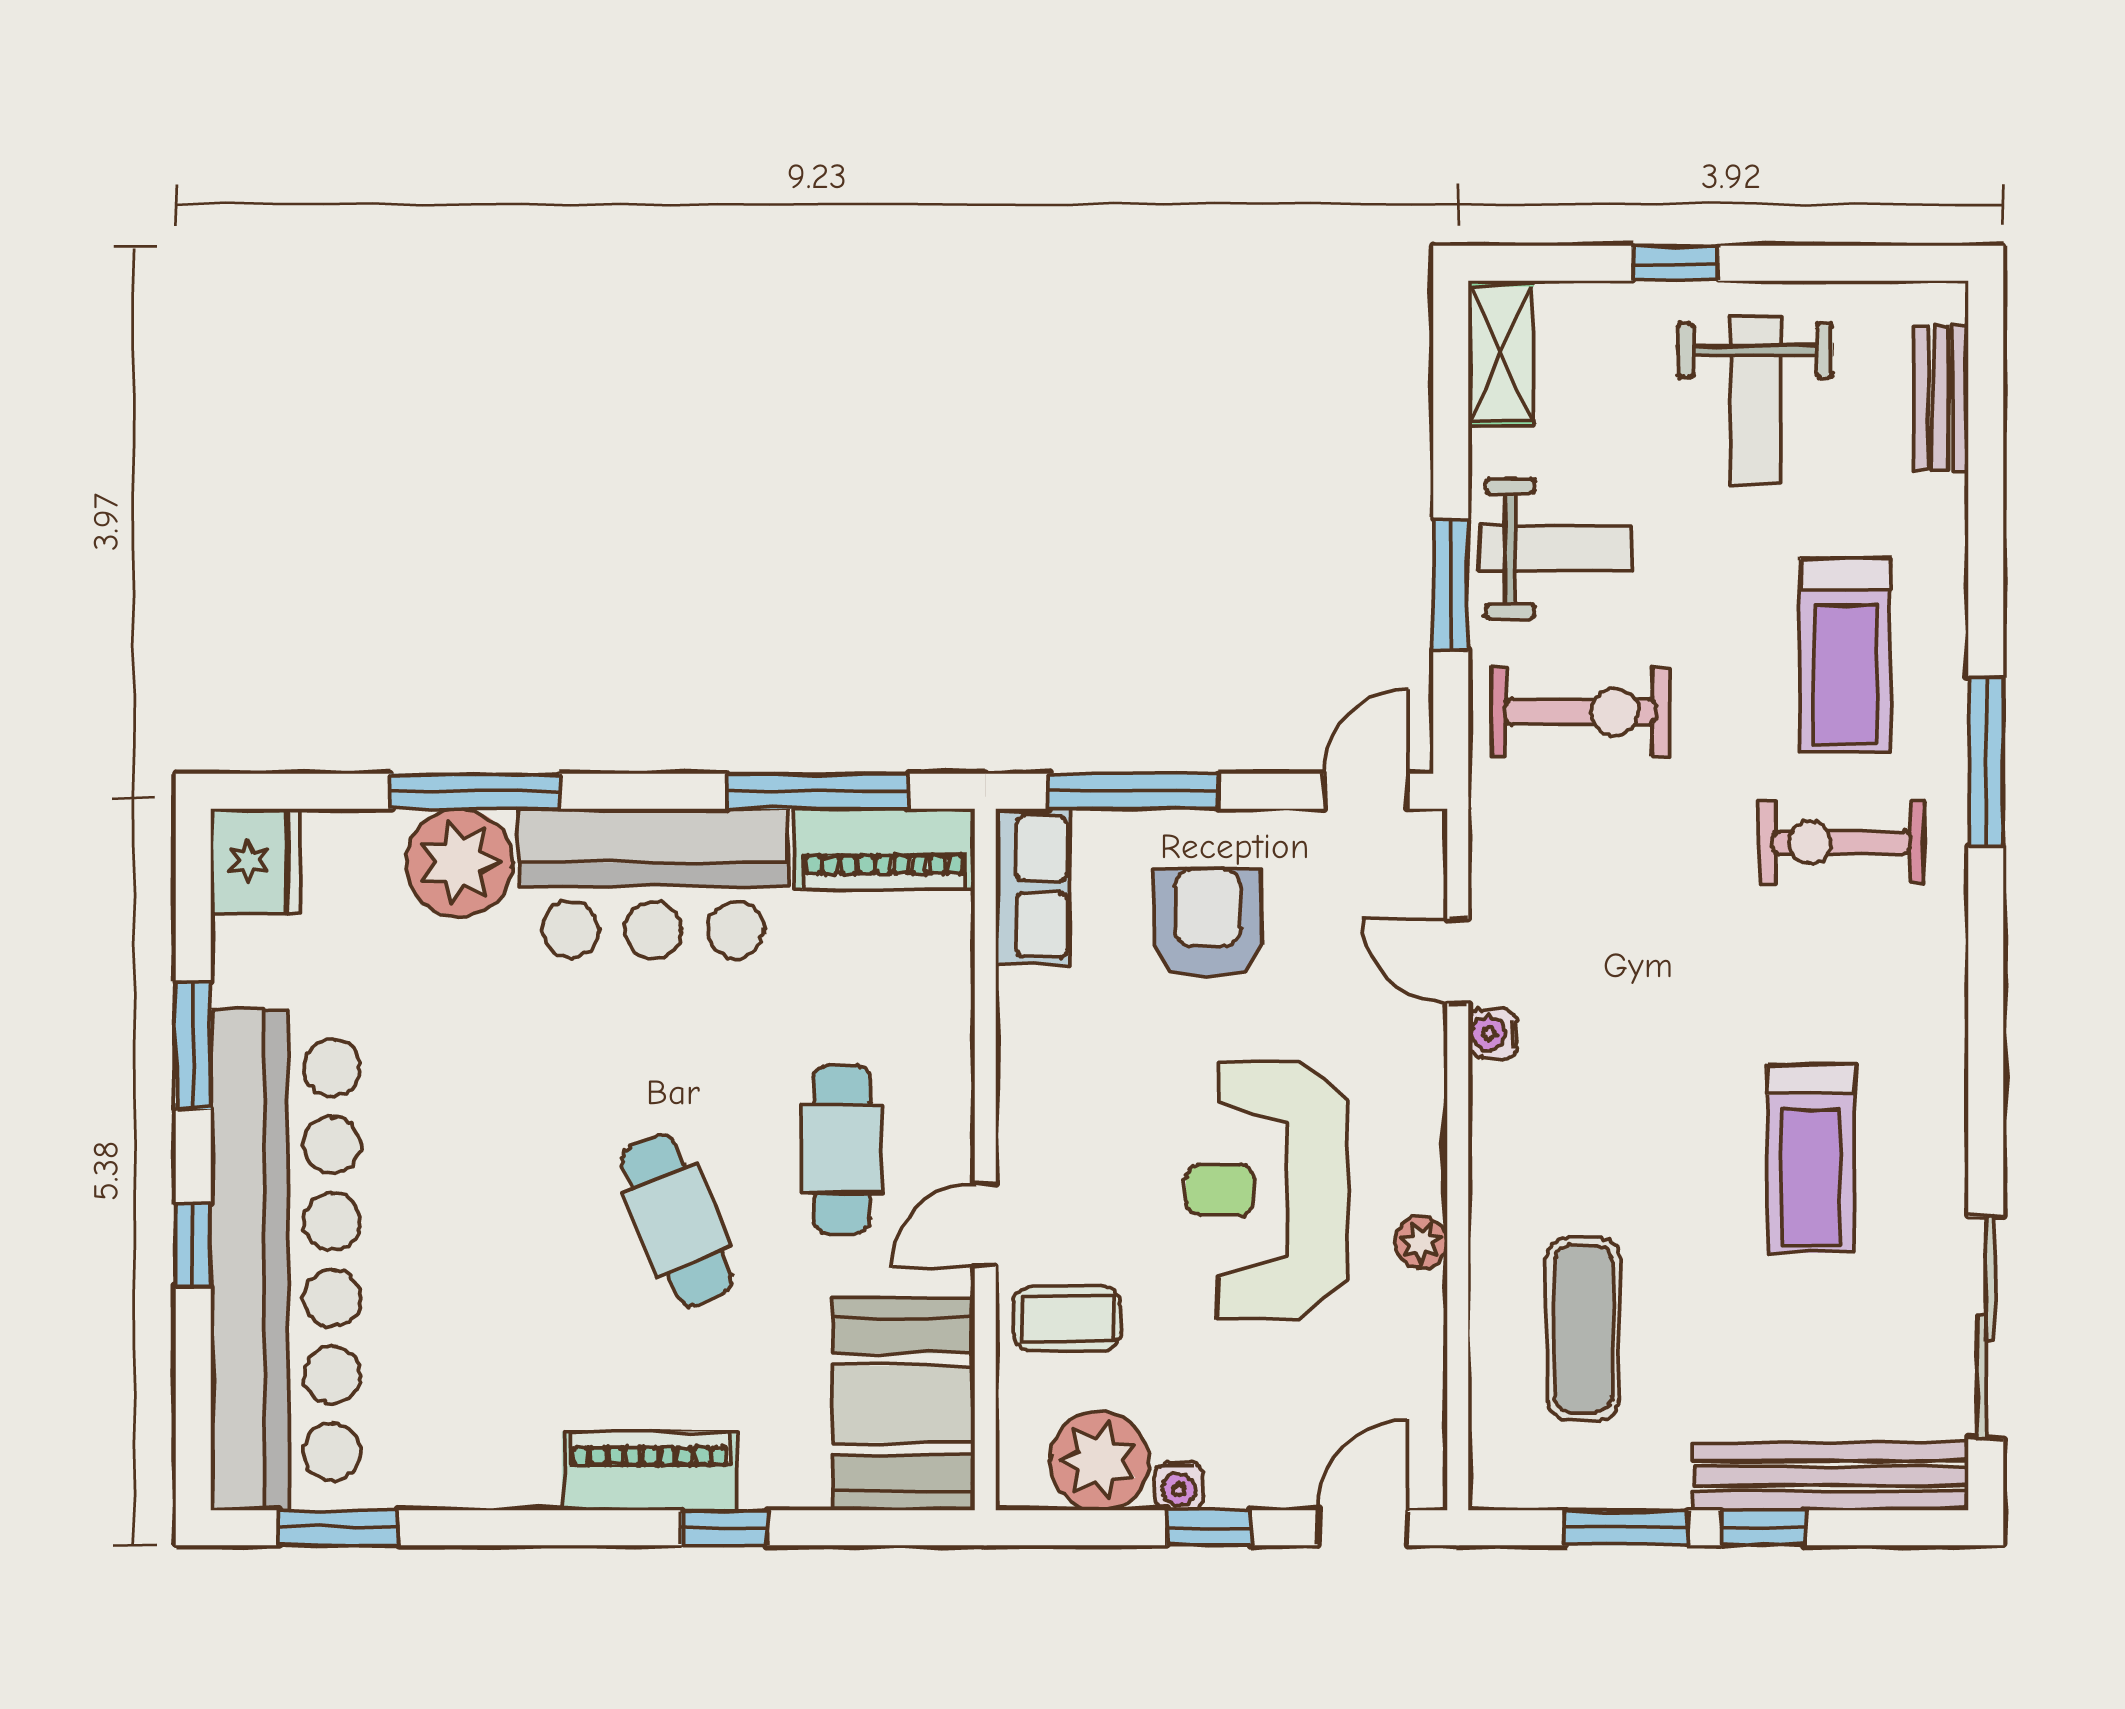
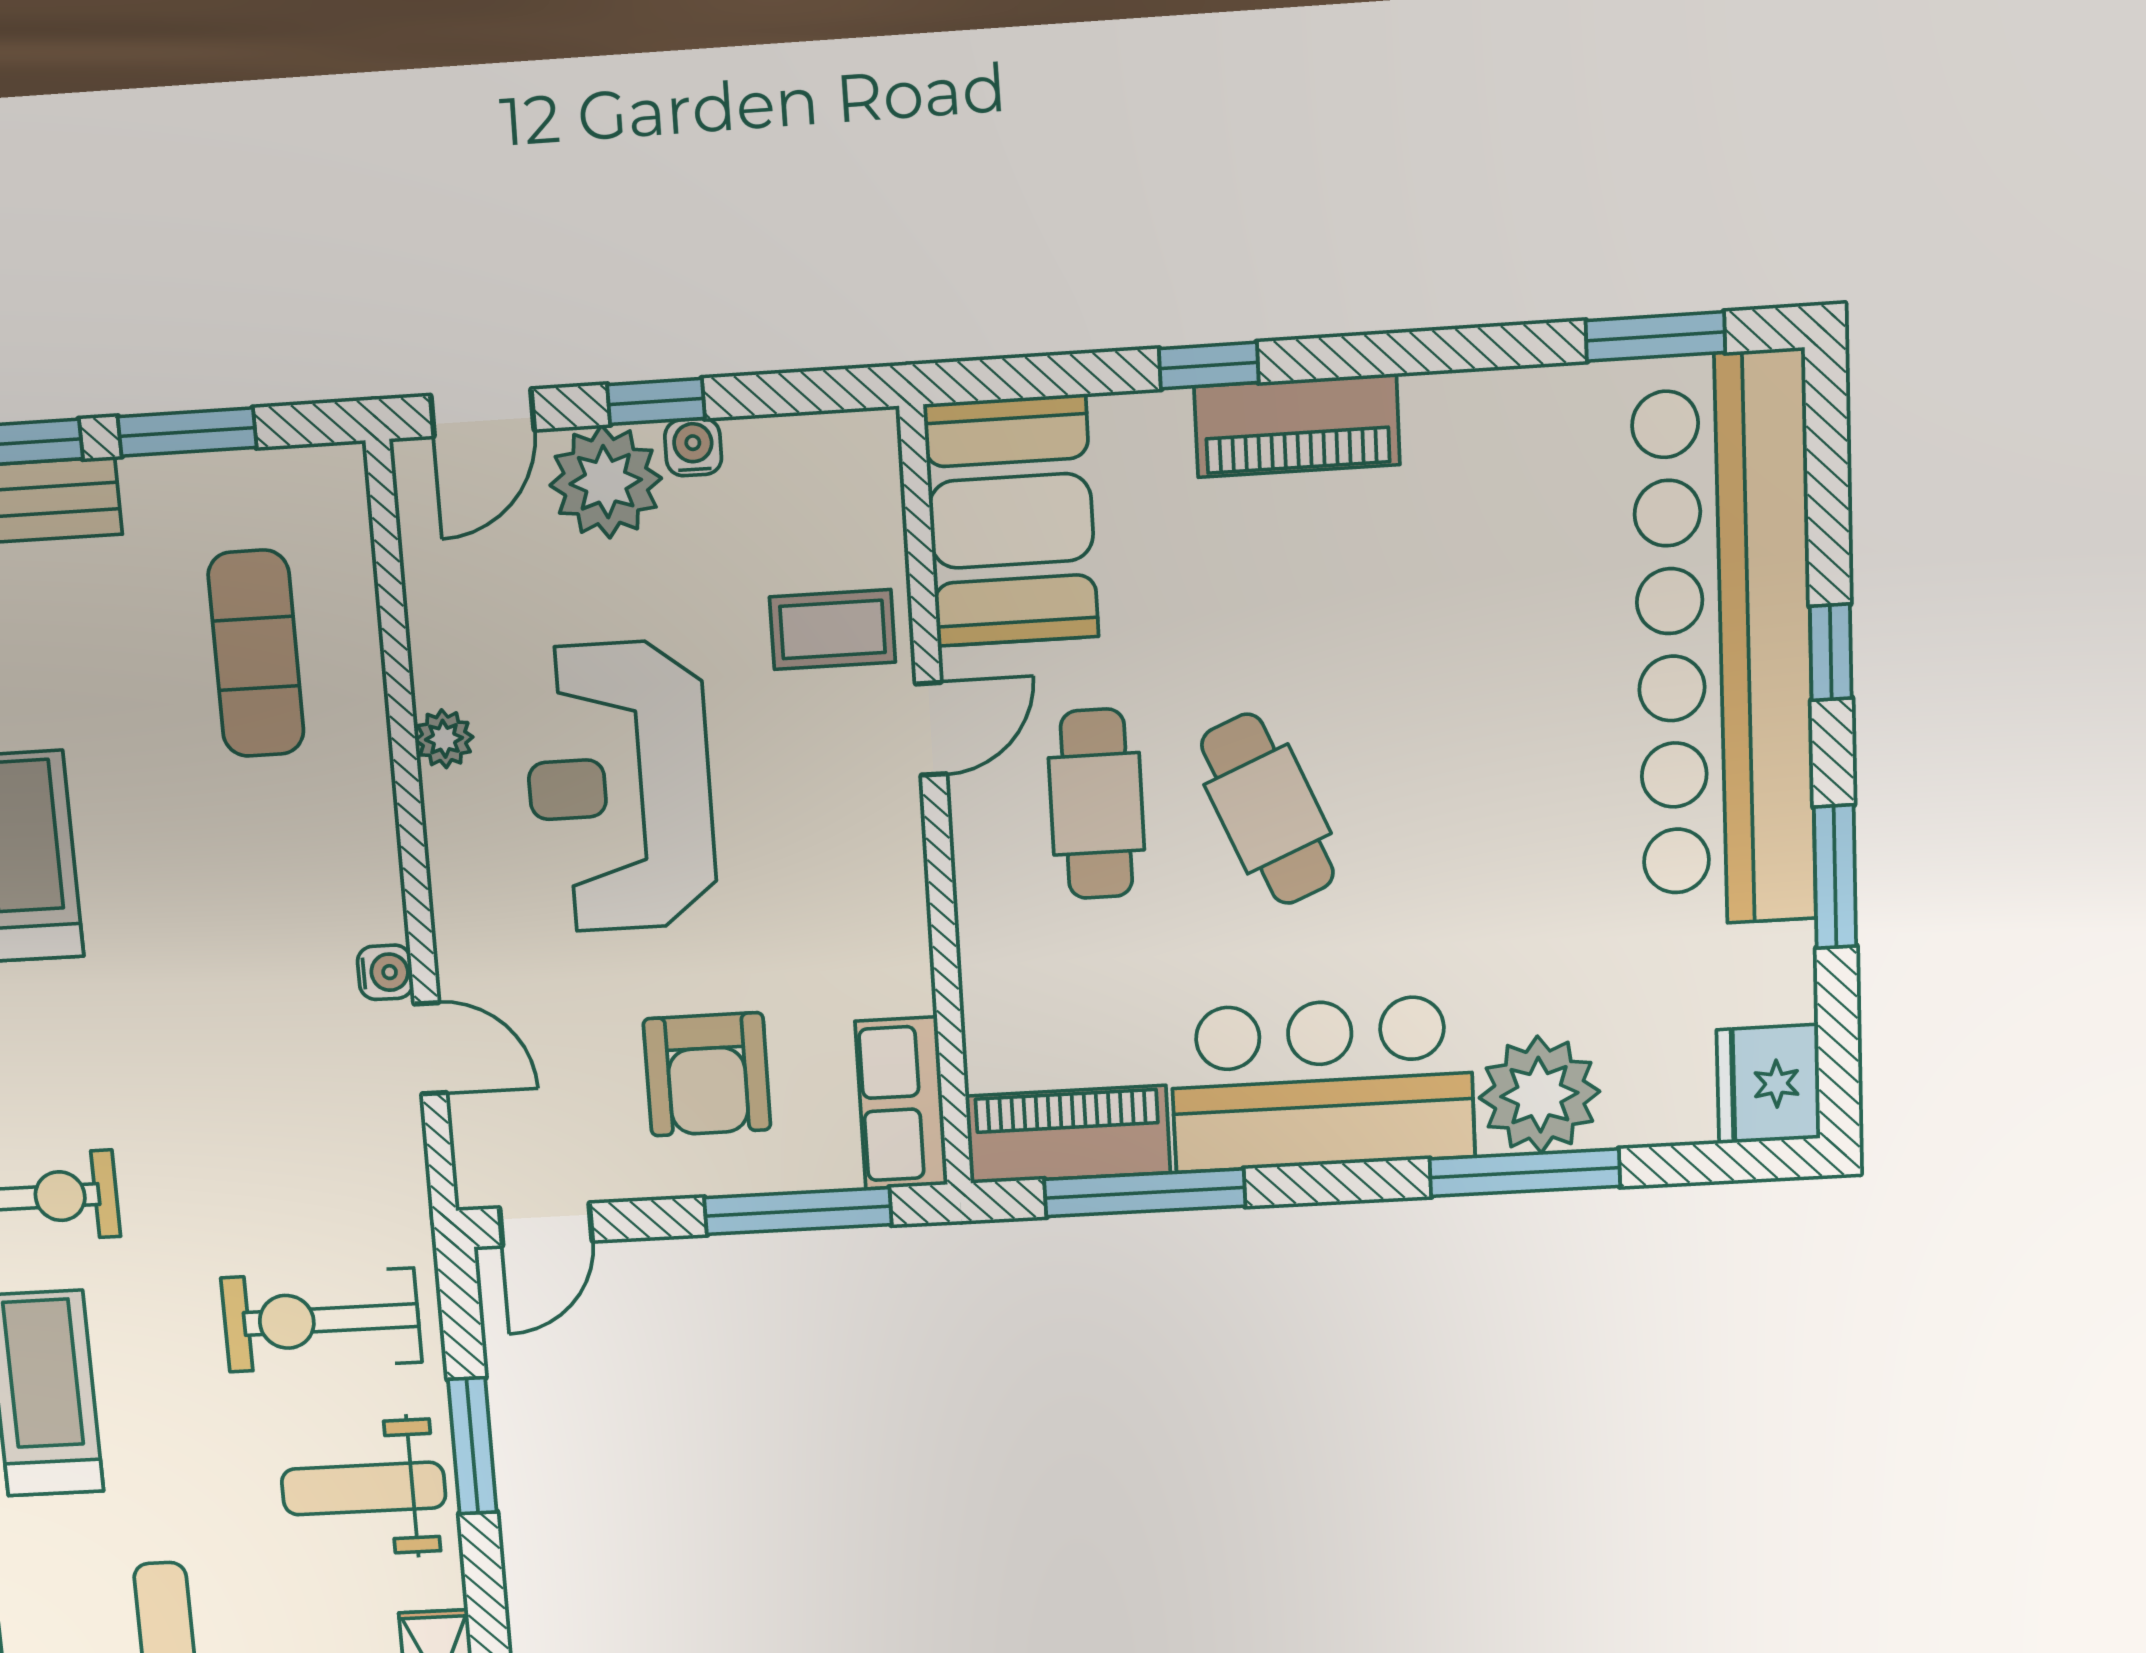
reception desk: (1267, 1190) -> (619, 787), turned 180
cafe table: (677, 1221) -> (1268, 809), moved
plant: (1100, 1461) -> (606, 482), moved

